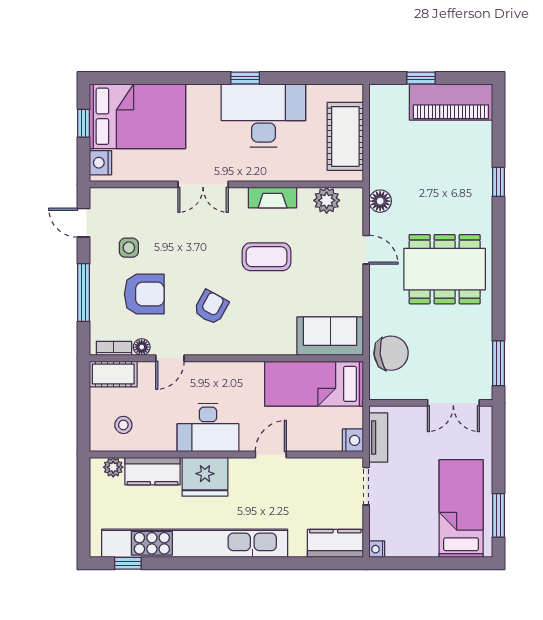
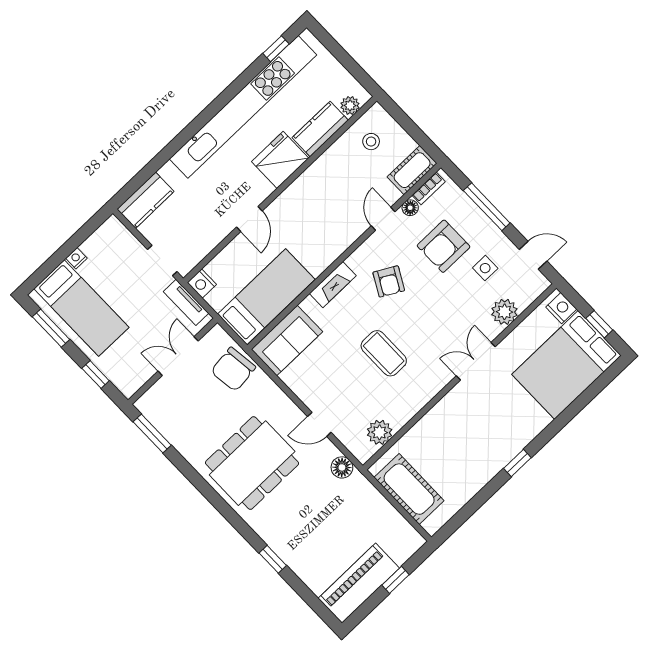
desk: (263, 115) -> (480, 449), removed
fireplace: (273, 198) -> (333, 285), moved, turned 180
plant: (146, 201) -> (504, 312), added
coffee table: (266, 257) -> (384, 353), turned 90
double door: (453, 403) -> (178, 356), moved
desk: (208, 428) -> (311, 196), removed
window: (498, 448) -> (96, 375), added
nightstand: (377, 549) -> (76, 258), moved, turned -90

